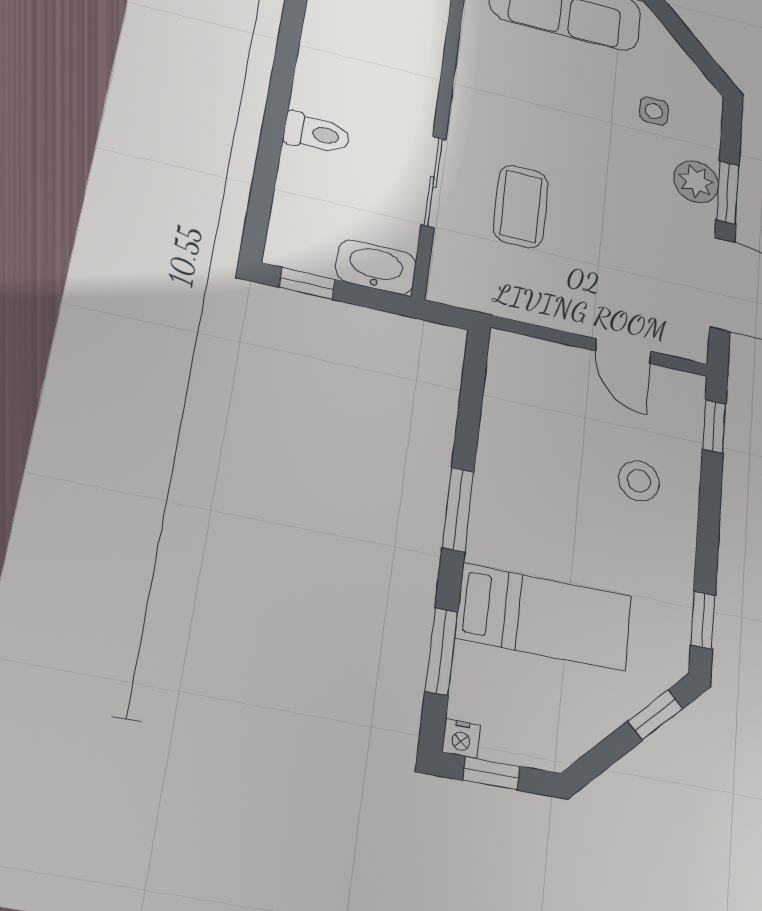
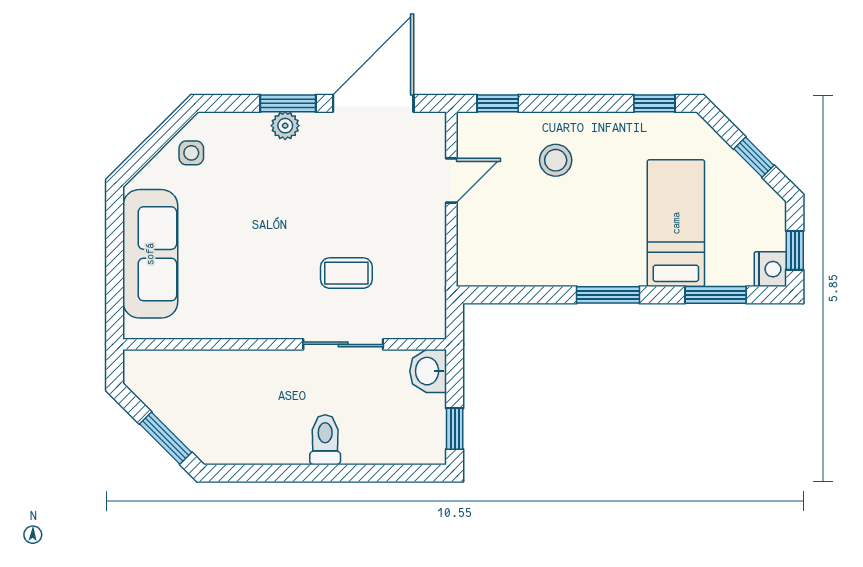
side table: (654, 111) -> (191, 153), moved
plant: (696, 182) -> (285, 126), width x0.73, depth x0.73
coffee table: (521, 206) -> (346, 273), width x0.73, depth x0.77
washbasin: (376, 267) -> (428, 371), width x0.72
window: (655, 715) -> (754, 157), moved
nightstand: (461, 739) -> (770, 269), width x1.39, depth x1.35

